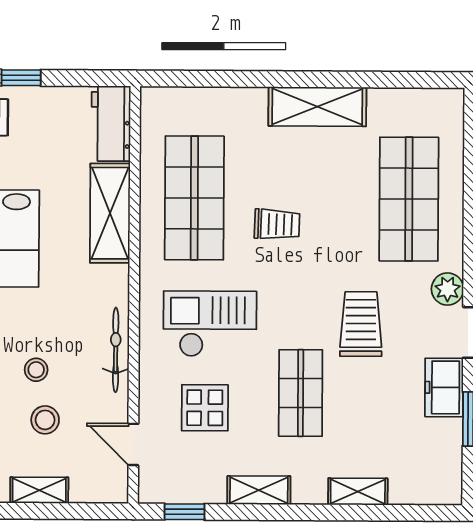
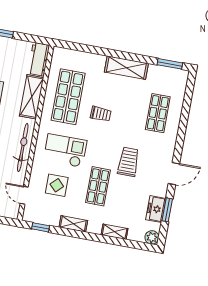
window: (416, 80) -> (170, 64), added
shop shelf: (409, 199) -> (158, 113), width x0.70, depth x0.74
plant: (448, 289) -> (152, 237), moved
bicycle: (116, 350) -> (23, 147), width x1.37, depth x1.40
freezer: (444, 387) -> (156, 209), moved

